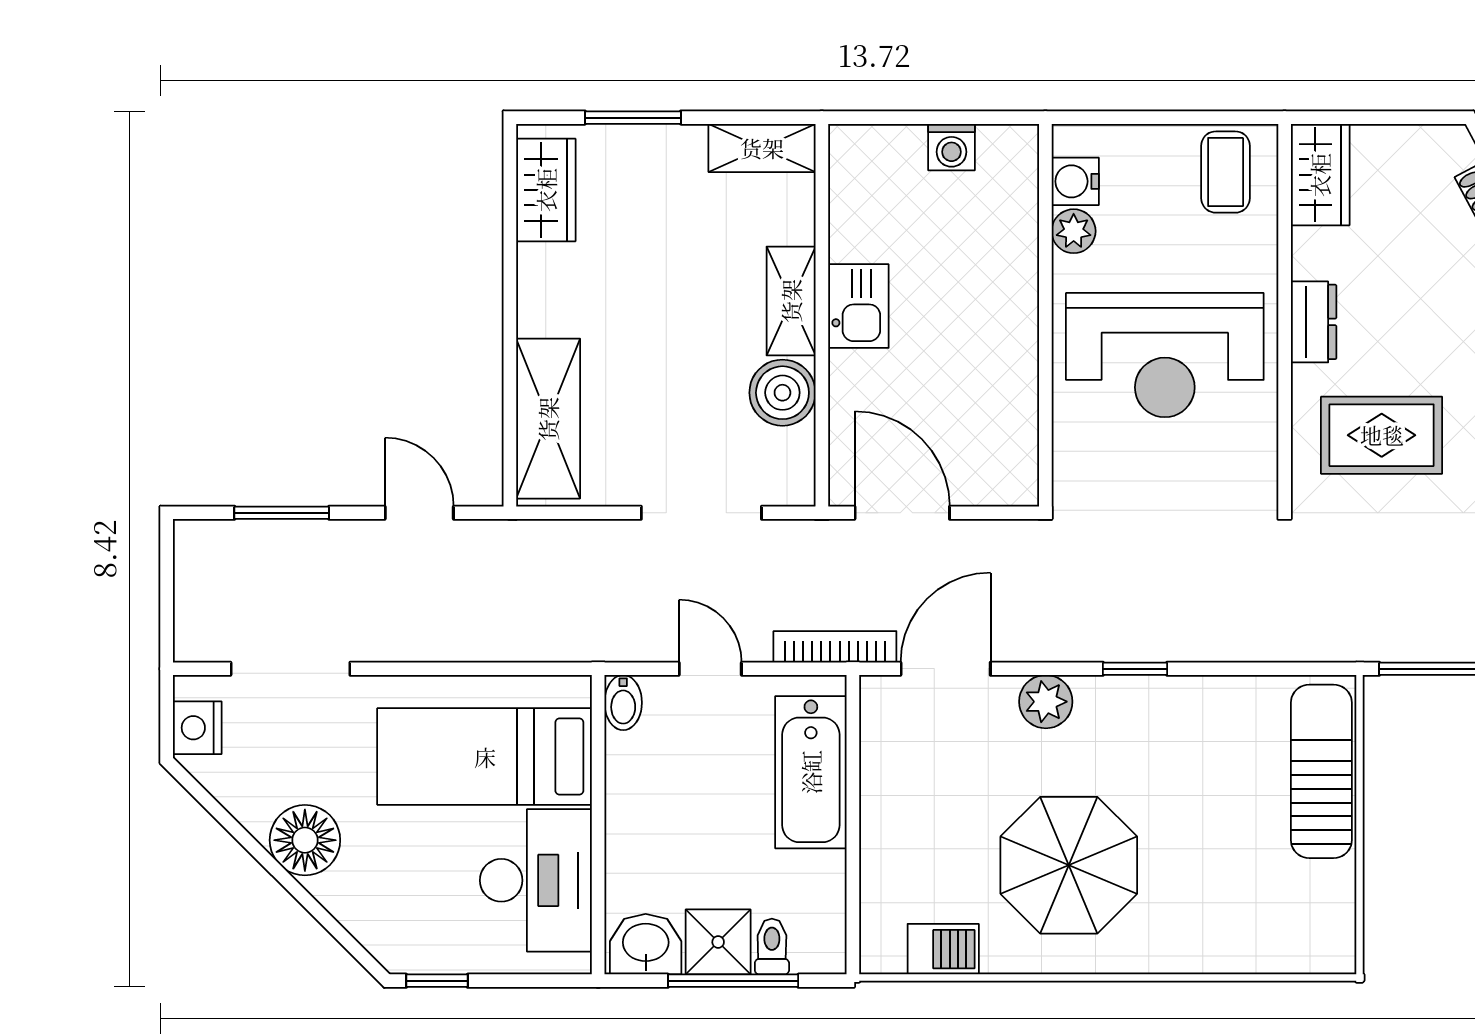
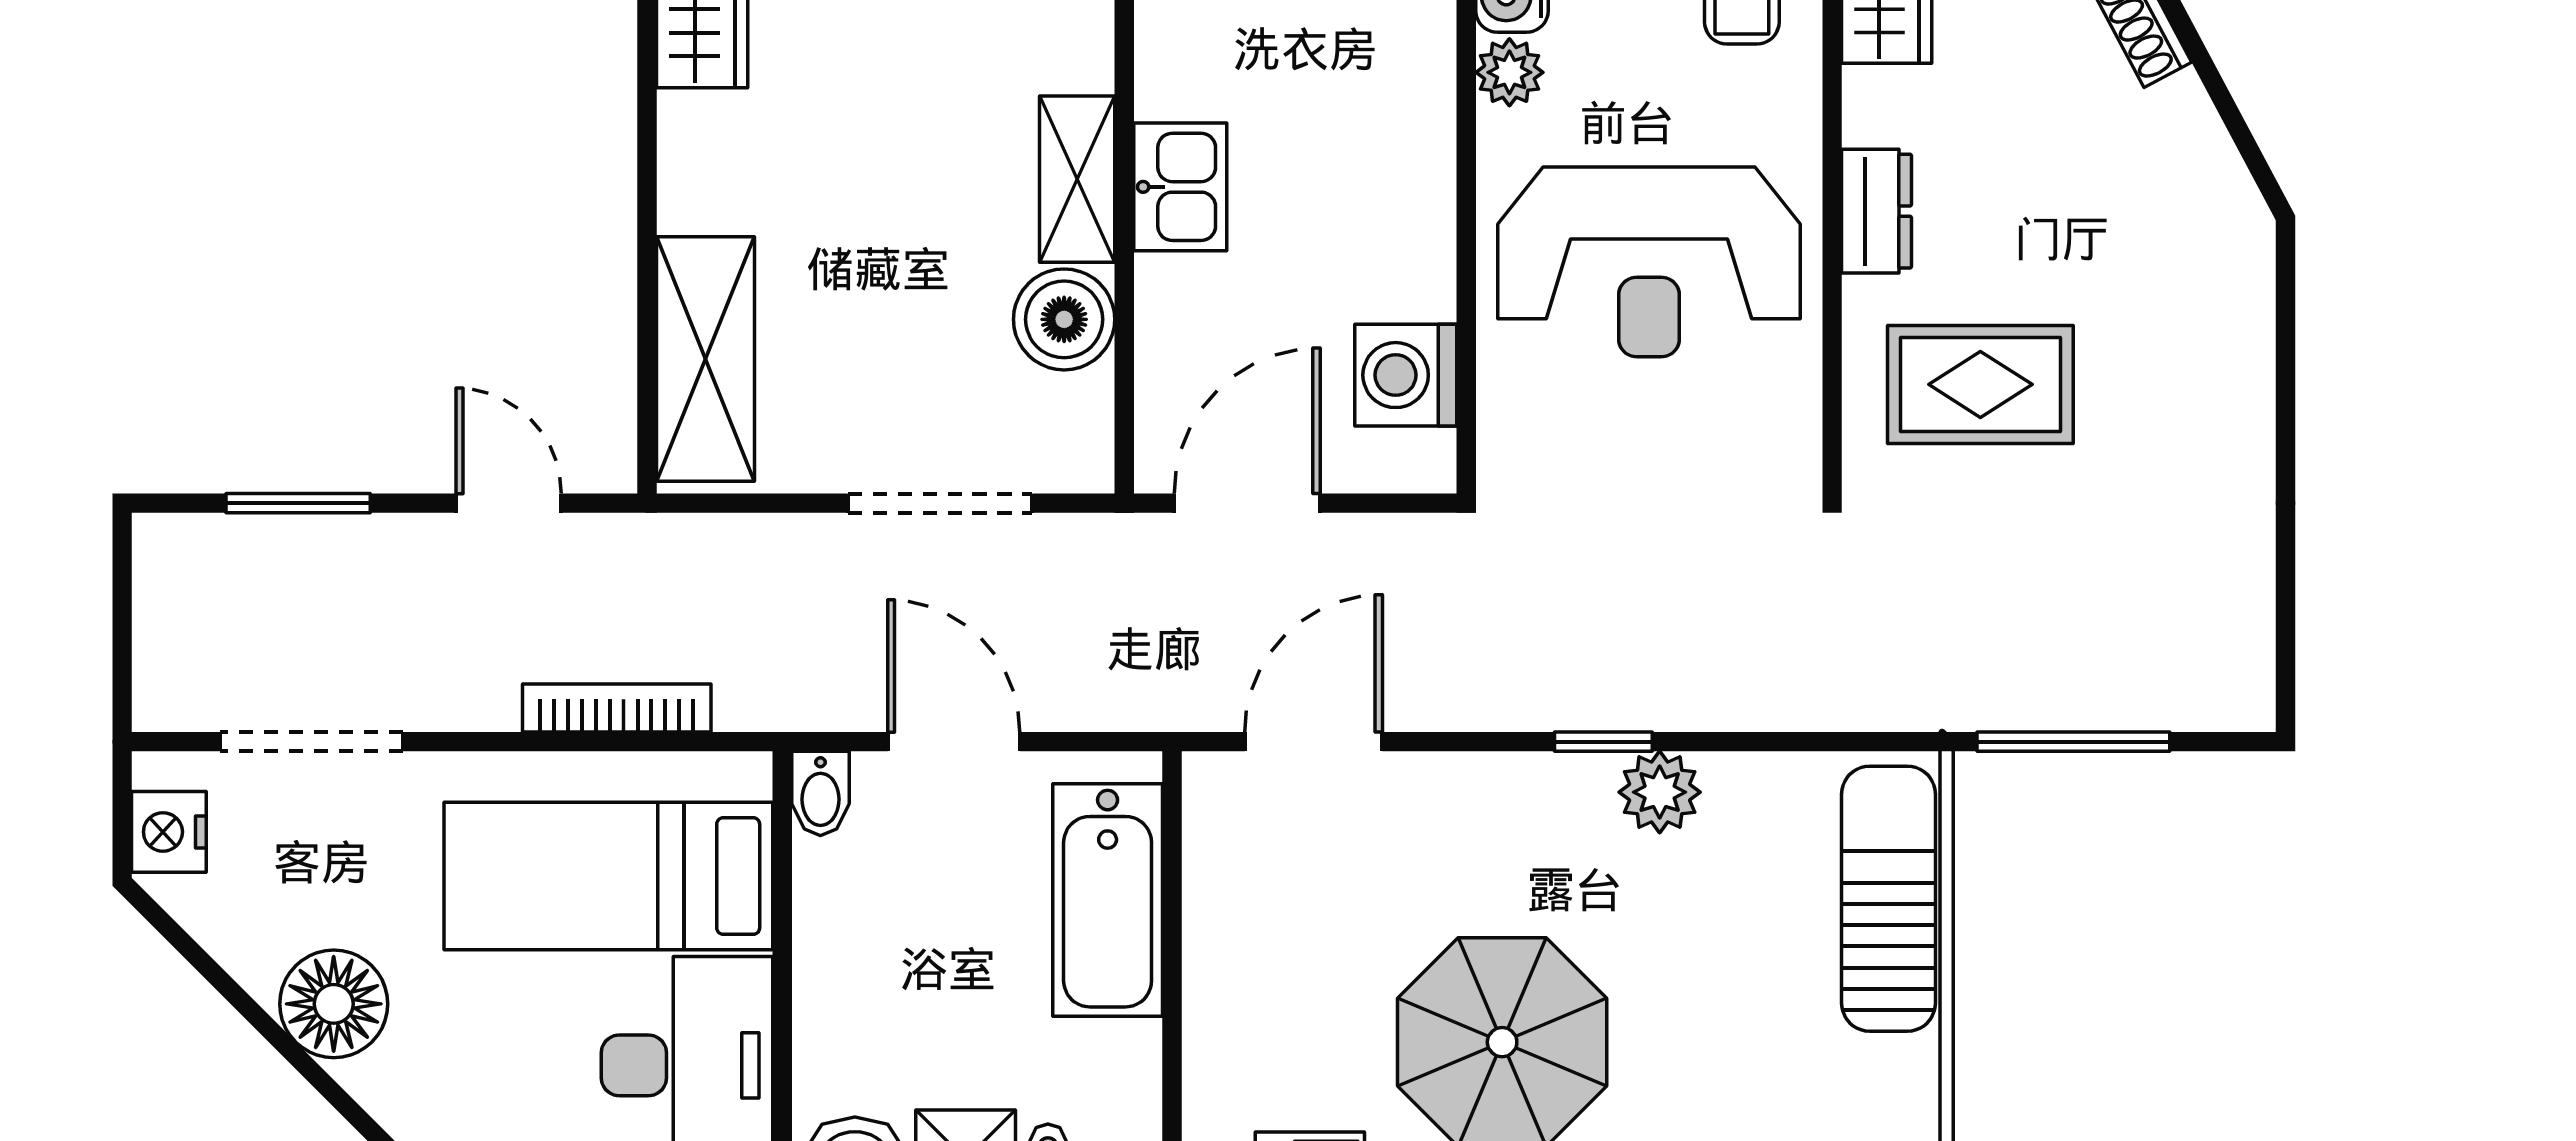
washing machine: (1006, 429) -> (1406, 375), added
door: (902, 513) -> (1247, 503), hinge flipped
bookcase: (835, 647) -> (617, 708), moved
door: (710, 669) -> (954, 742), width x1.37
plant: (1046, 702) -> (1660, 792), moved

